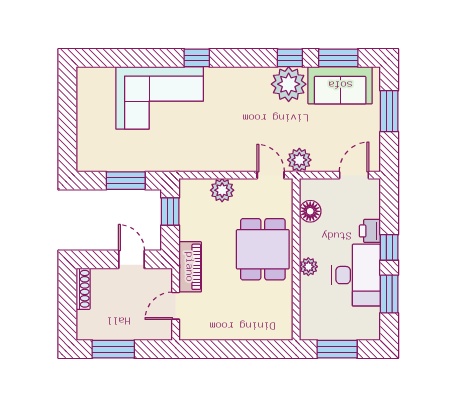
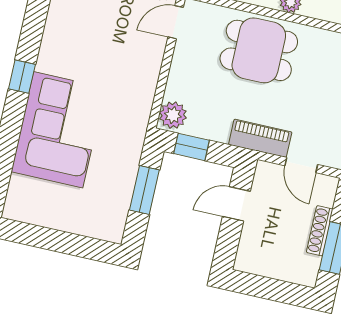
plant: (222, 190) -> (173, 115), moved
shoe rack: (83, 289) -> (320, 231), moved, turned -90

